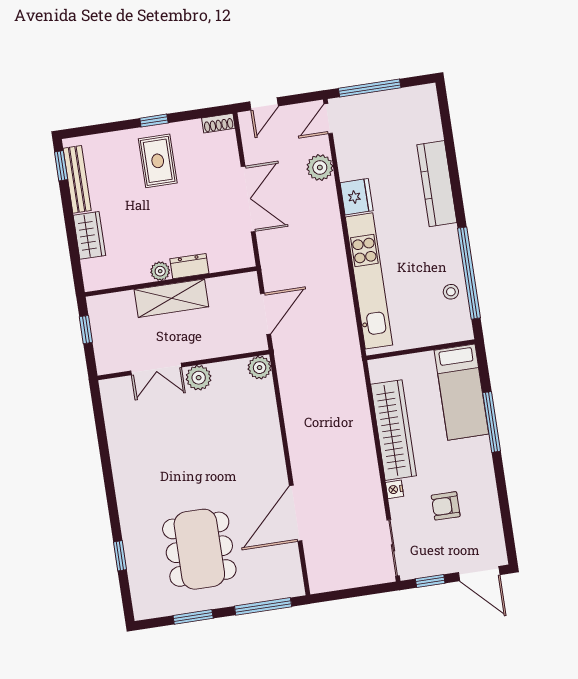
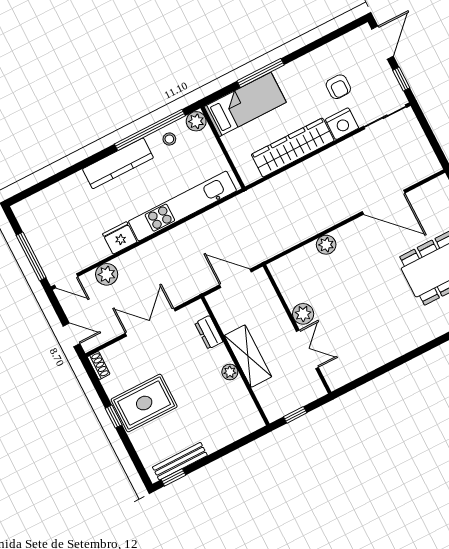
rug: (158, 161) -> (144, 403), width x1.36, depth x1.43
kitchen counter: (437, 184) -> (118, 163), moved
wardrobe: (89, 235) -> (220, 437), removed
dresser: (189, 266) -> (209, 332), moved
plant: (461, 329) -> (196, 121), added
plant: (260, 368) -> (326, 245), moved
nightstand: (395, 489) -> (342, 124), width x1.89, depth x1.79

